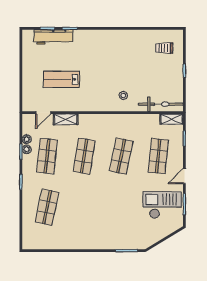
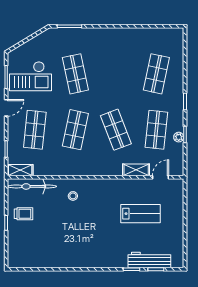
trolley: (164, 48) -> (24, 214), moved
plant: (27, 139) -> (179, 148), removed
shop shelf: (84, 156) -> (116, 130), turned -30
shop shelf: (121, 207) -> (75, 74), added

